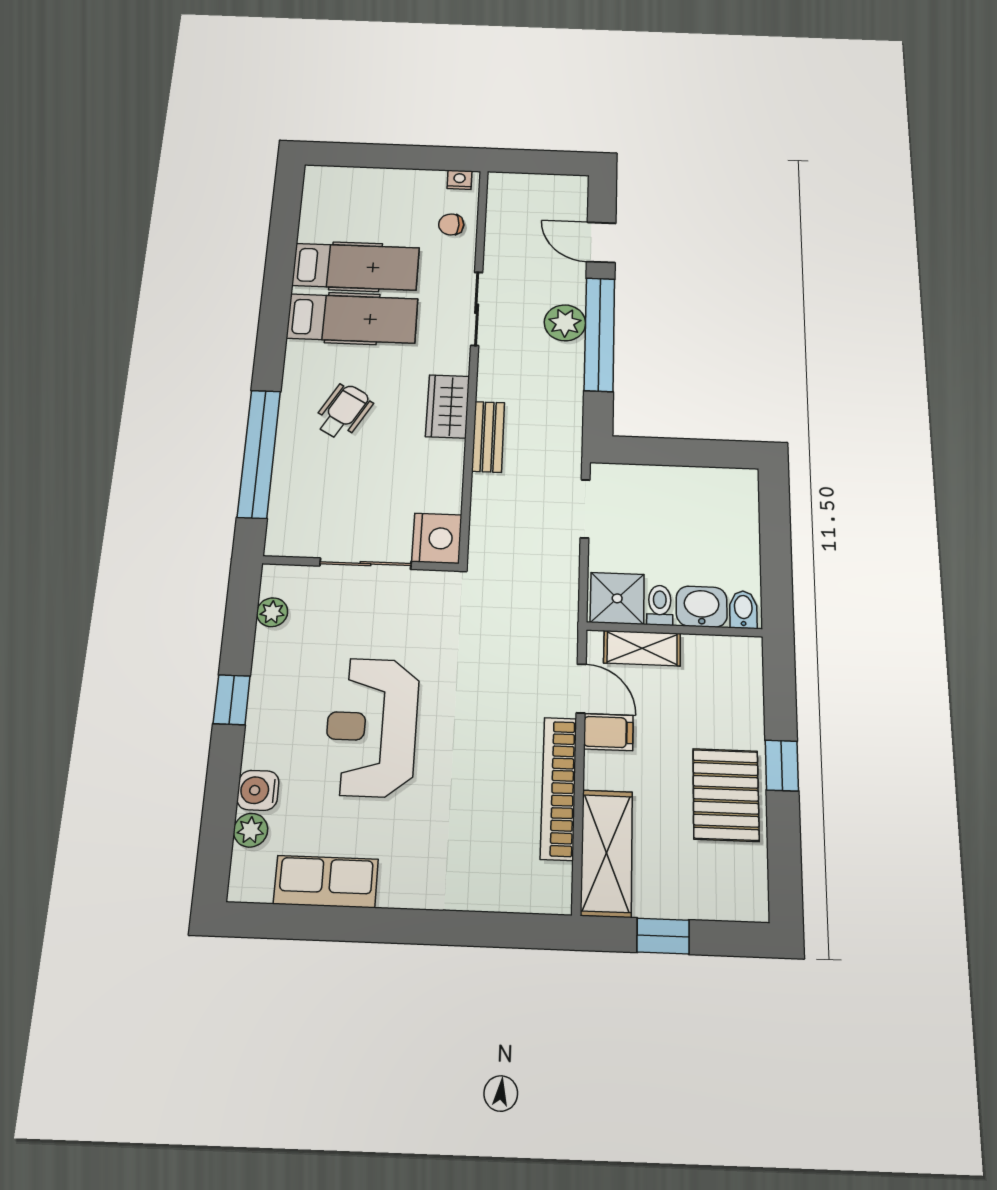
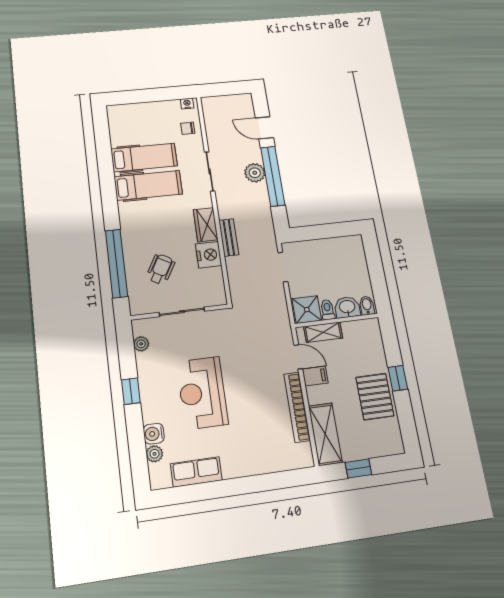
wheelchair: (343, 412) -> (161, 269), moved
nightstand: (437, 538) -> (209, 255), moved

